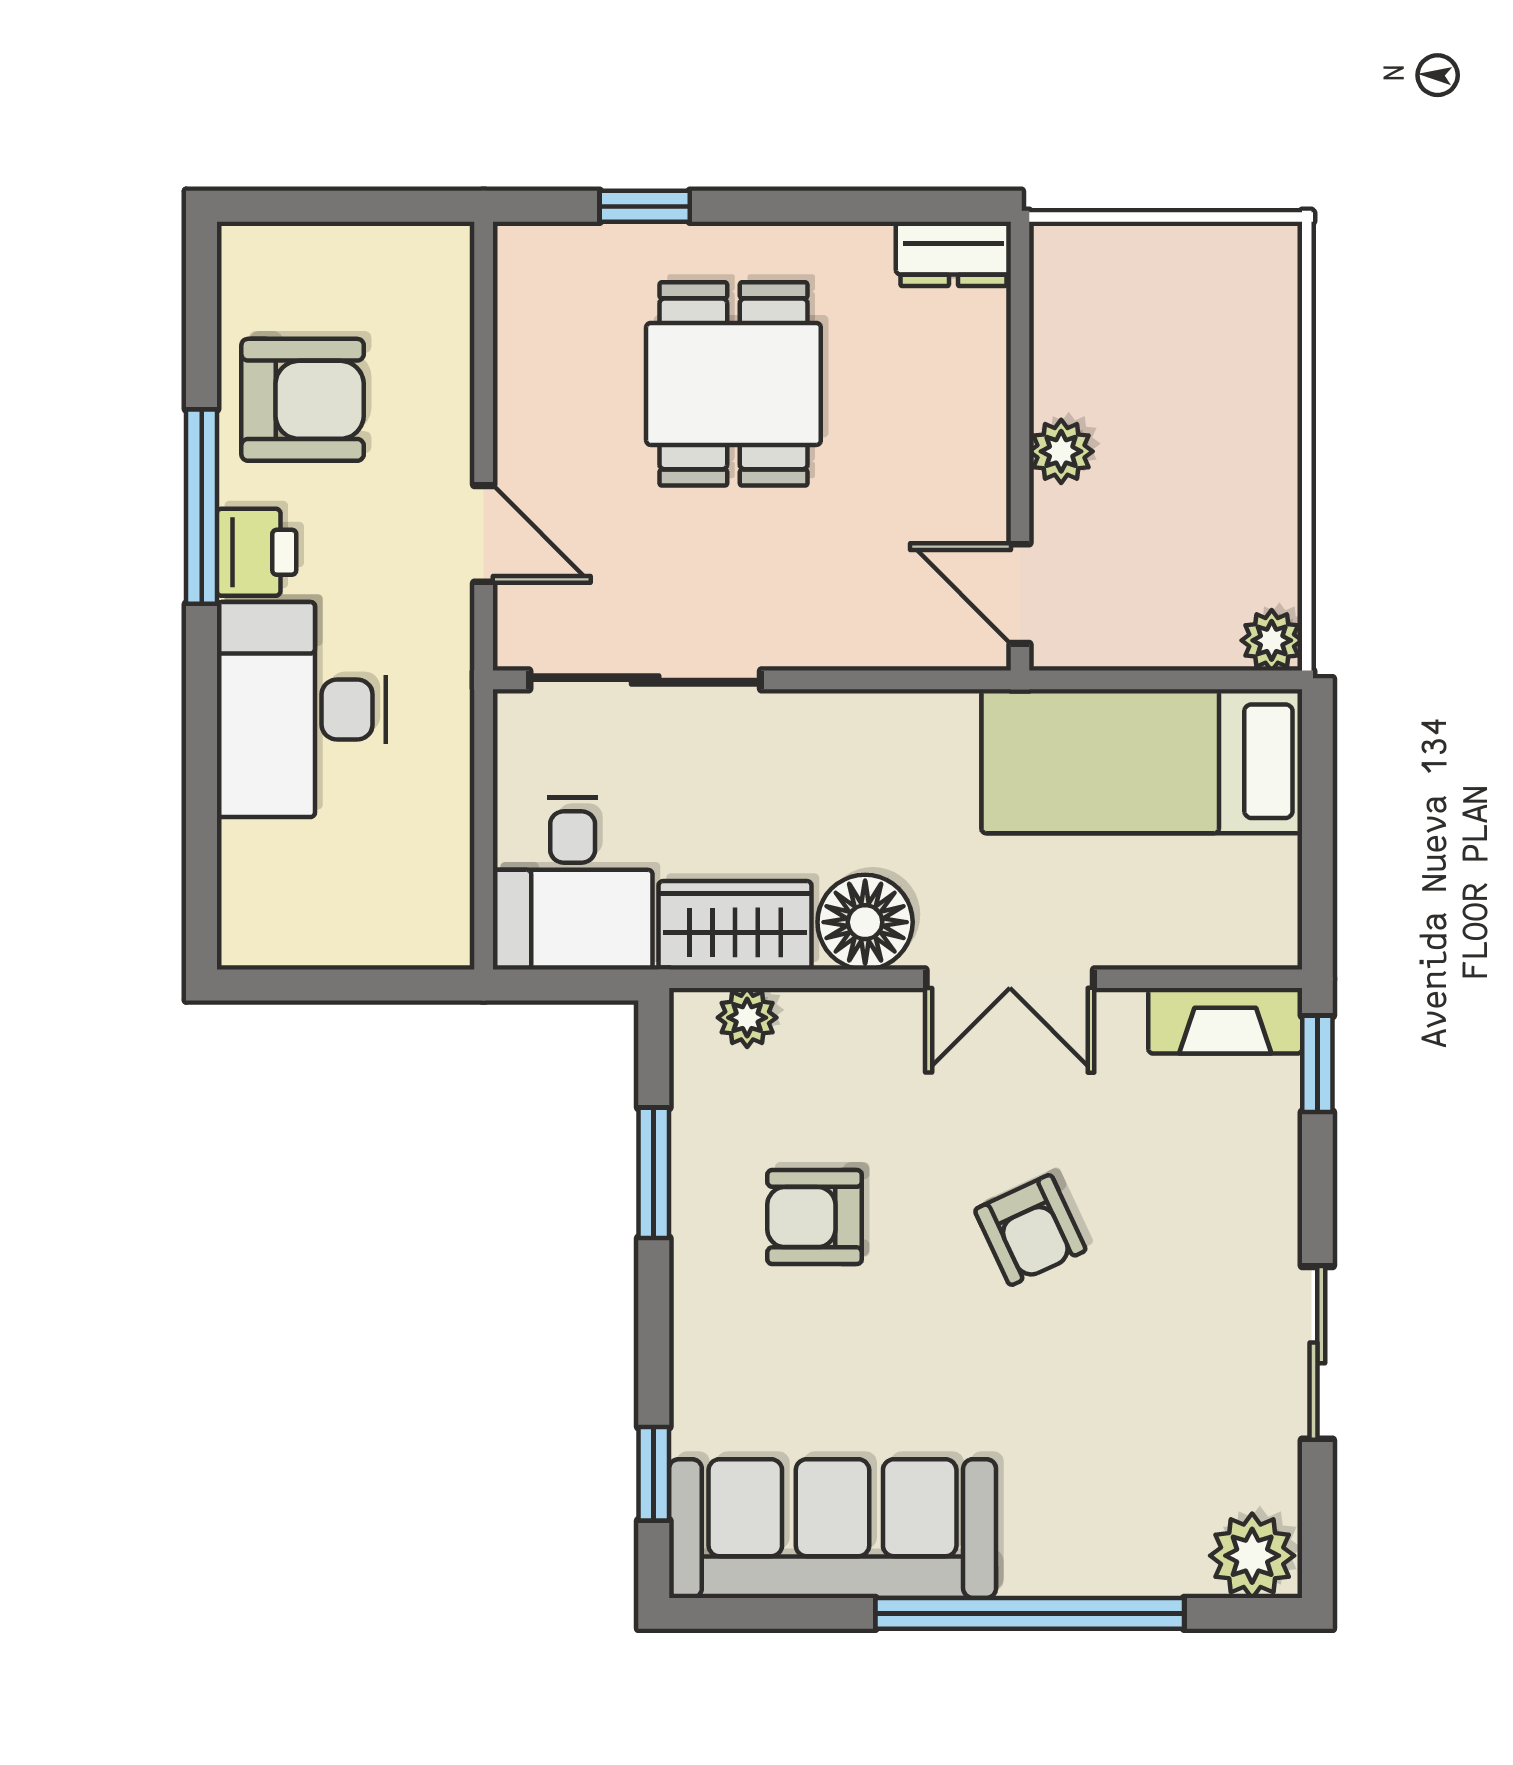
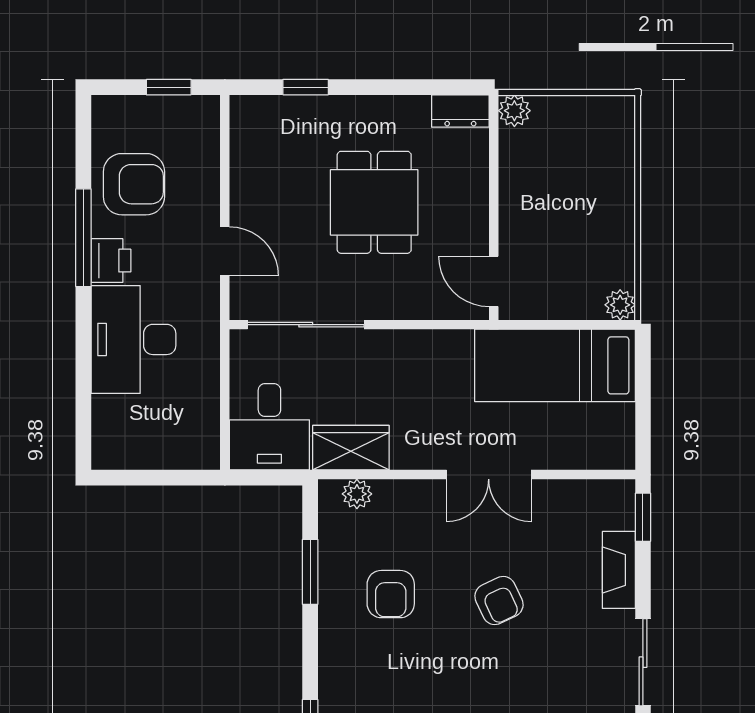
window: (372, 206) -> (169, 87), added
dining table: (733, 384) -> (374, 202), moved
plant: (1061, 451) -> (514, 111), moved
floor lamp: (865, 922) -> (416, 446), removed
fireplace: (1225, 1021) -> (619, 570), moved, turned 90
armchair: (815, 1217) -> (391, 594), turned -90

